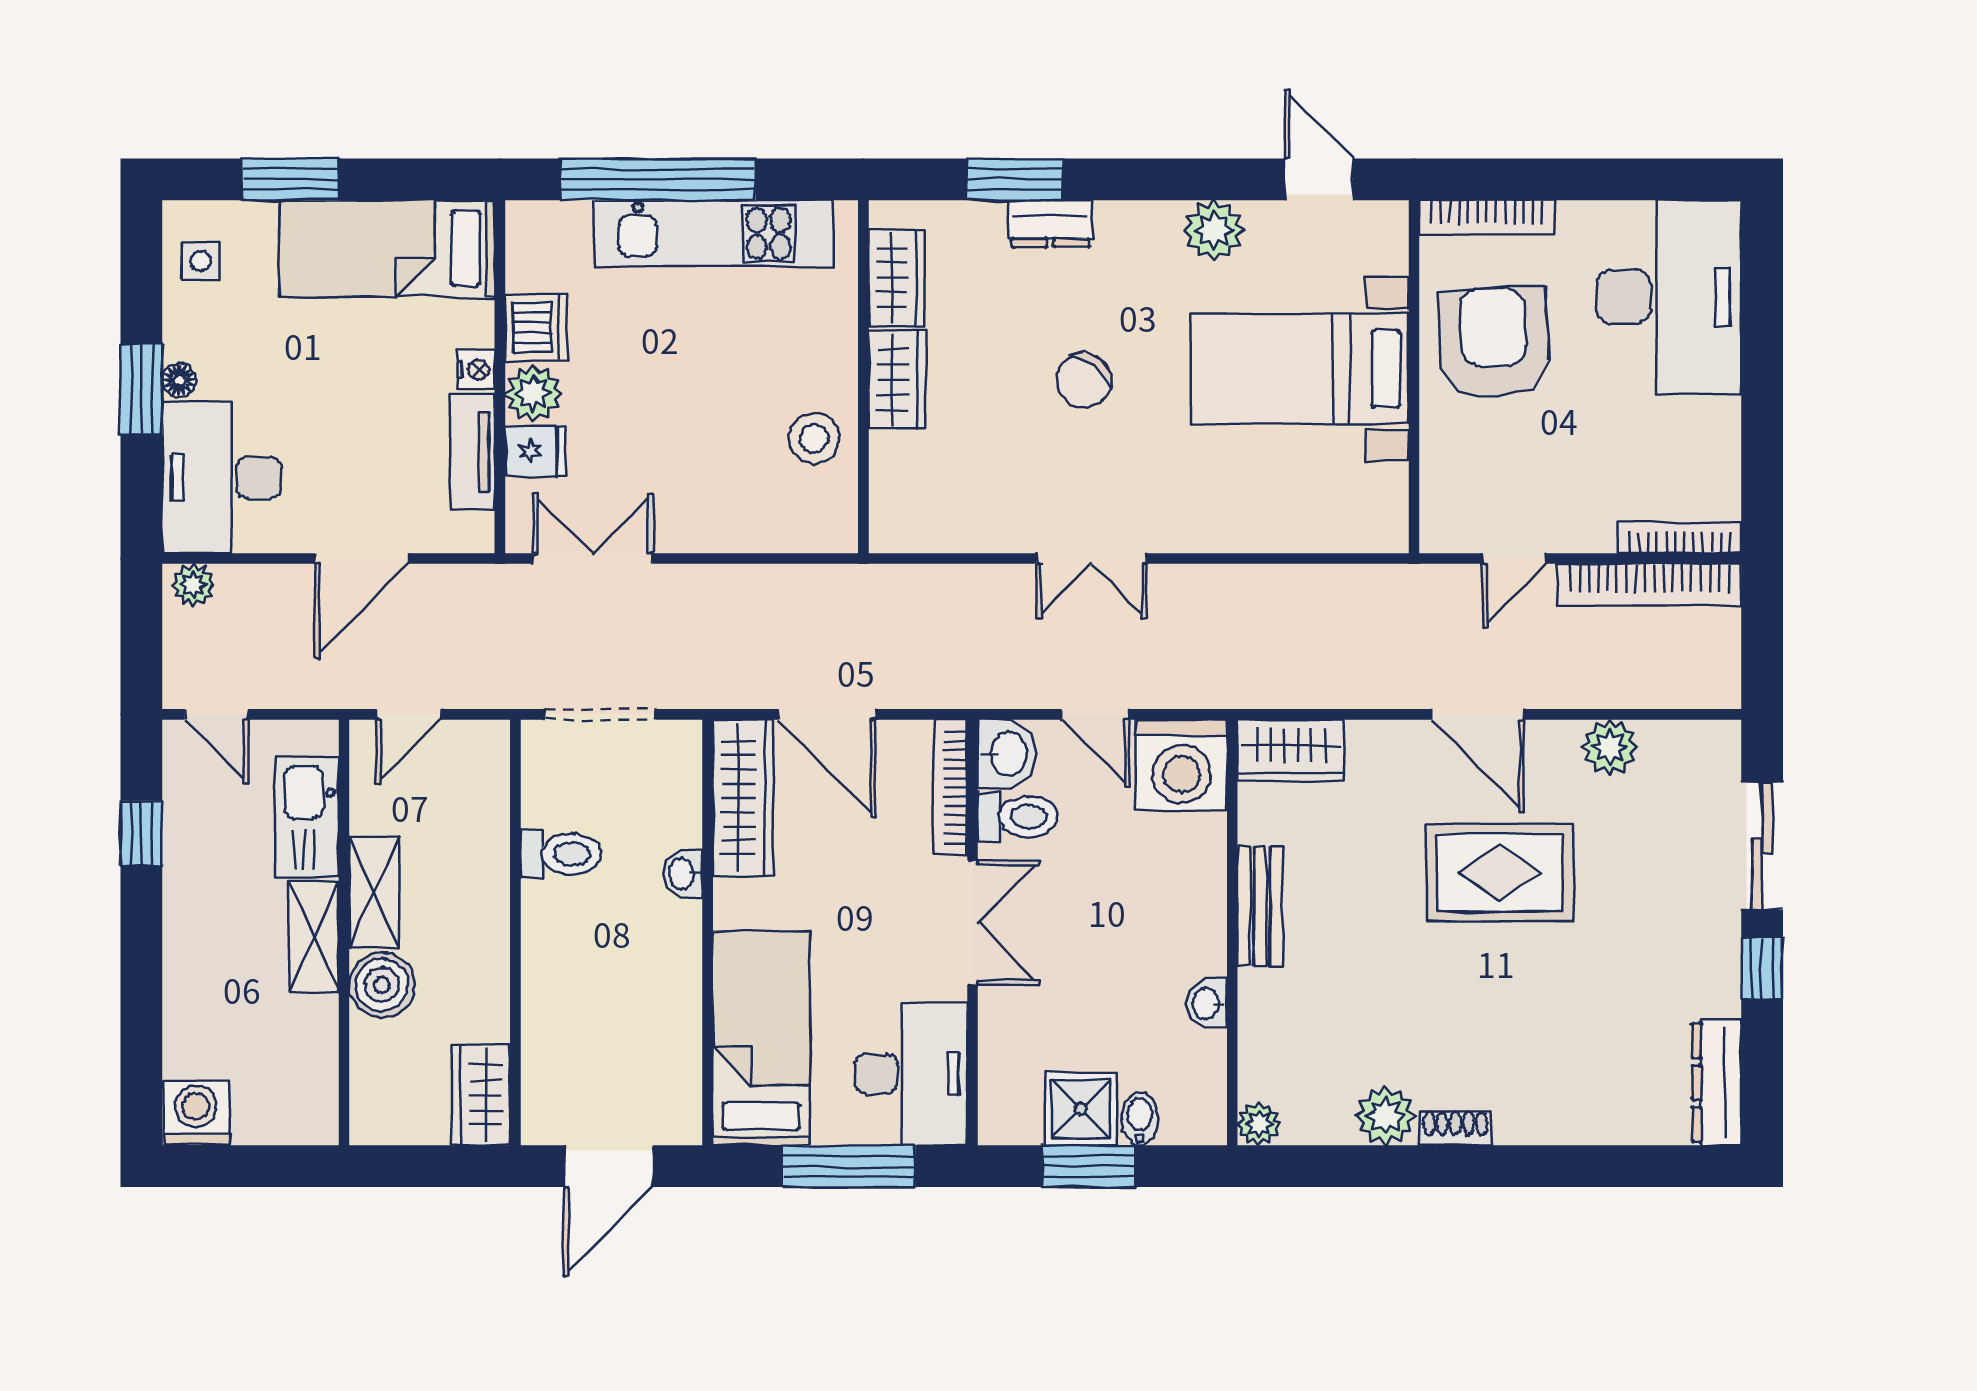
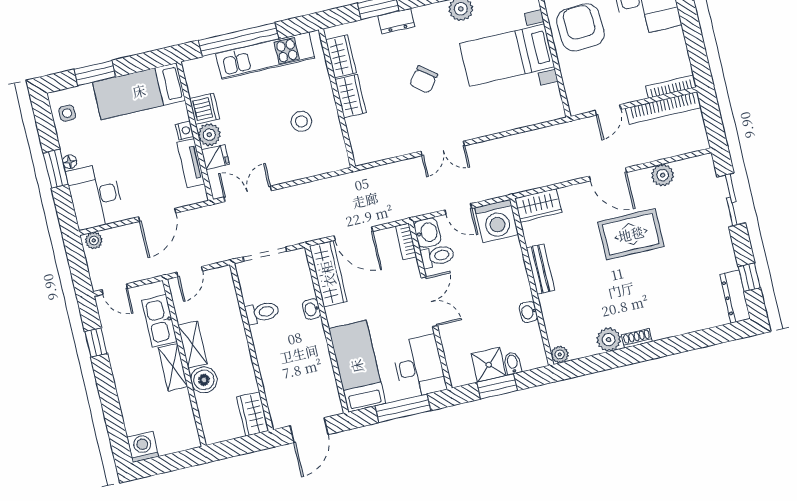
stool: (814, 438) -> (301, 121), moved
bookcase: (950, 787) -> (406, 241), width x0.64
window: (1762, 969) -> (749, 277), moved

